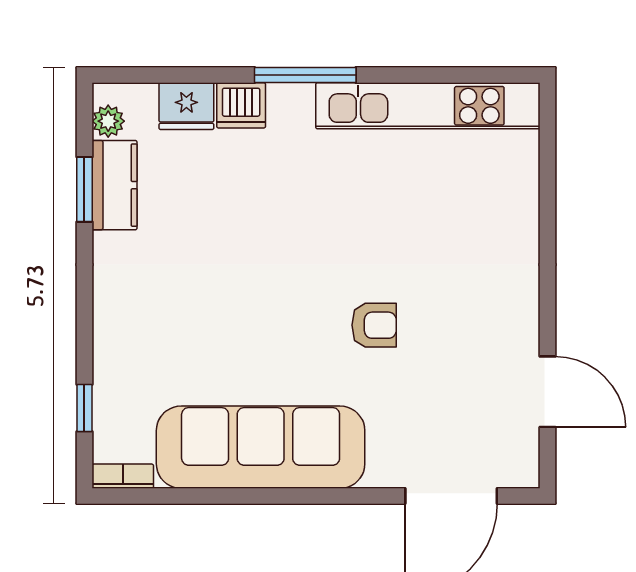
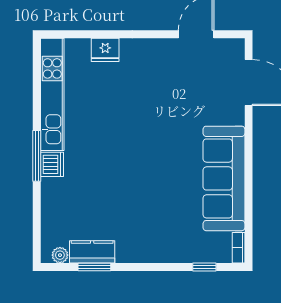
dishwasher: (241, 105) -> (52, 164), moved
fridge: (186, 106) -> (105, 50), moved, turned 90
armchair: (374, 325) -> (163, 121), removed

